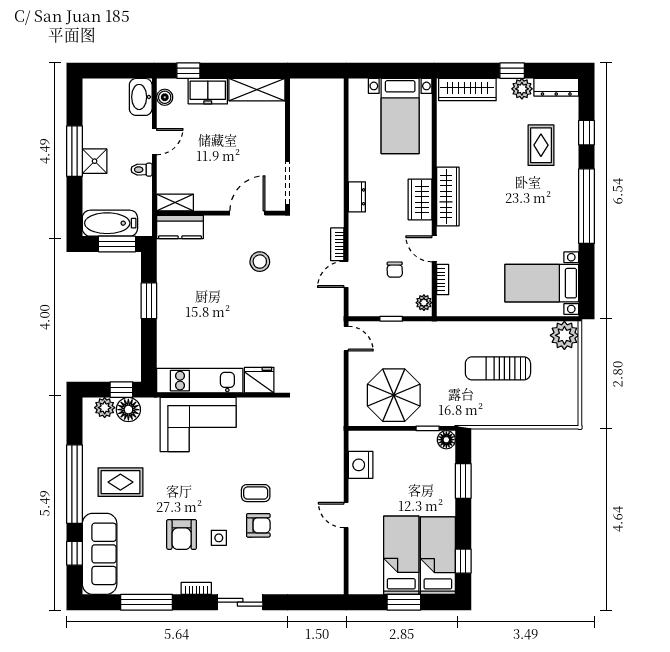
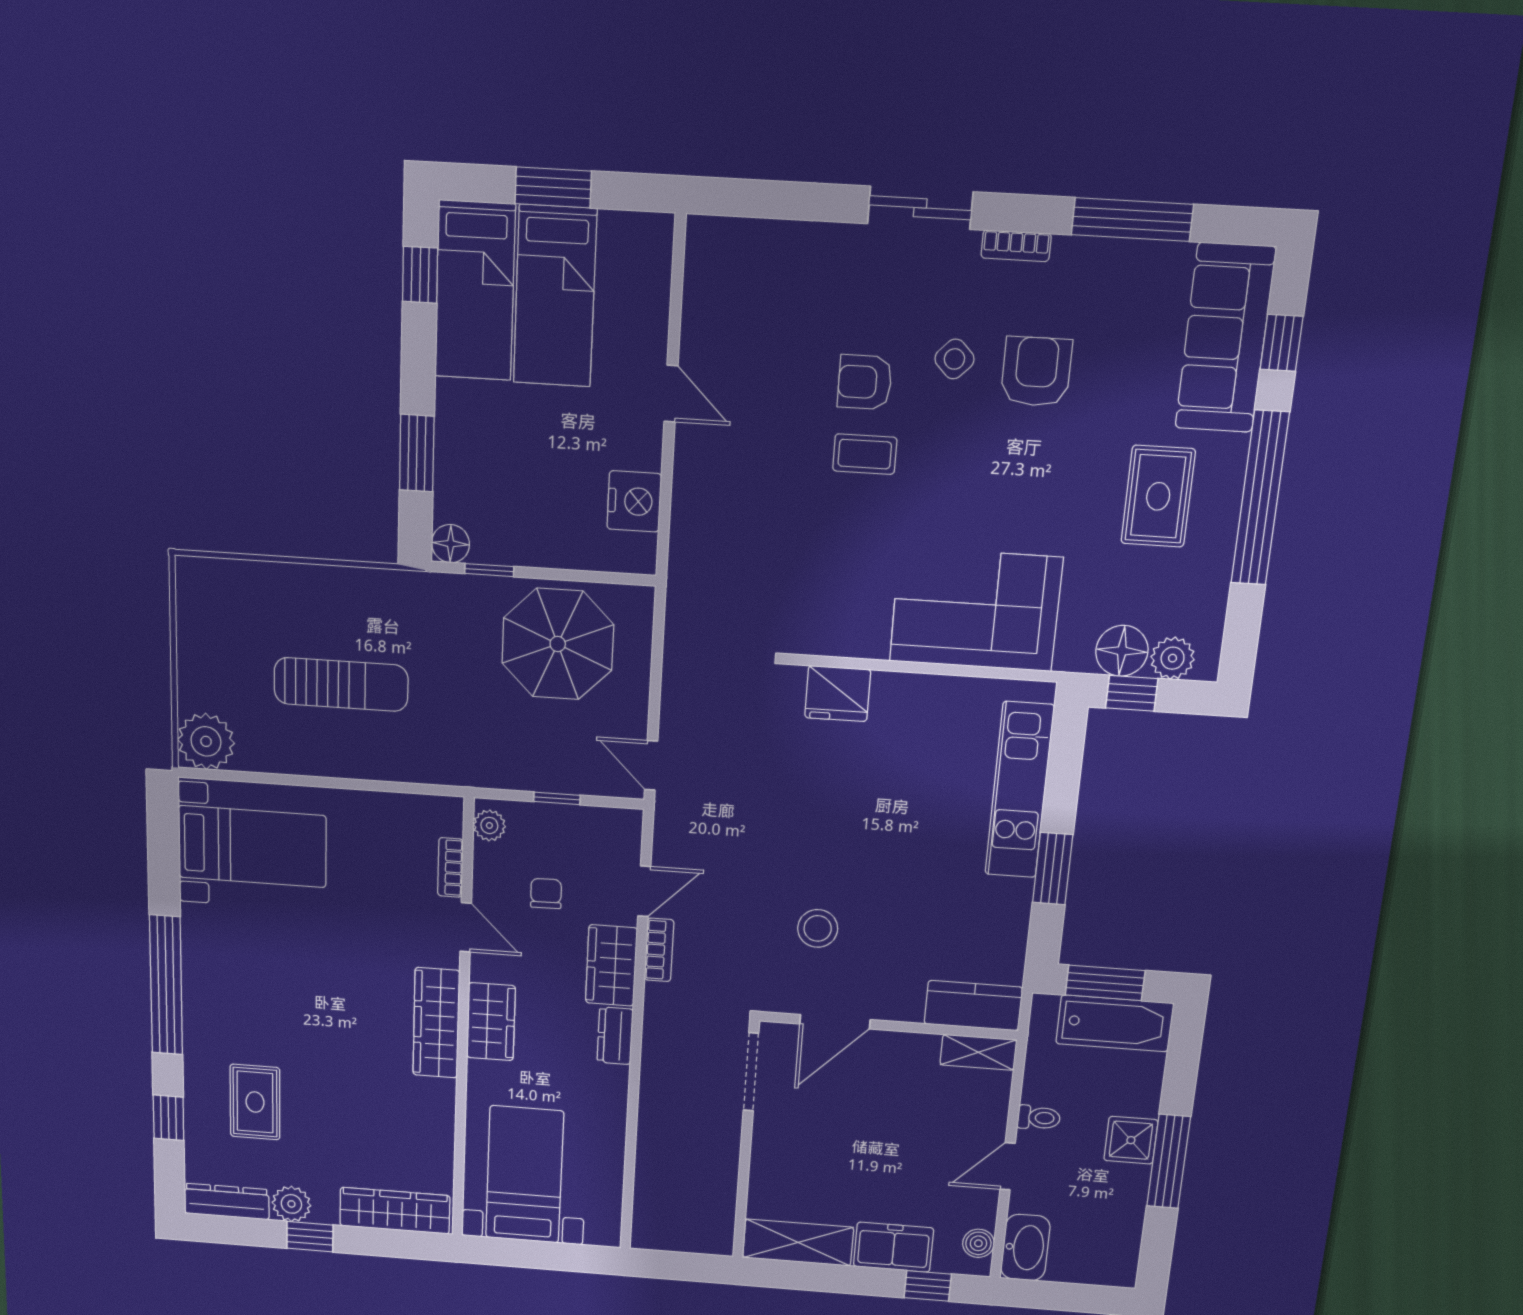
wardrobe: (361, 234) -> (611, 965), added
kitchen unit: (200, 381) -> (1019, 790), moved, turned 90
rug: (120, 482) -> (1158, 496), turned 90
side table: (219, 538) -> (954, 359), turned 45

